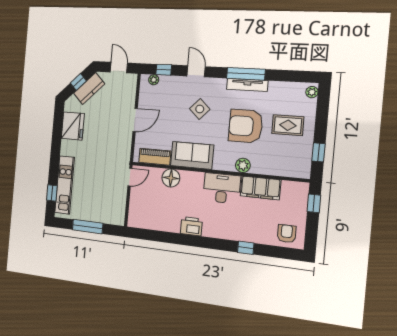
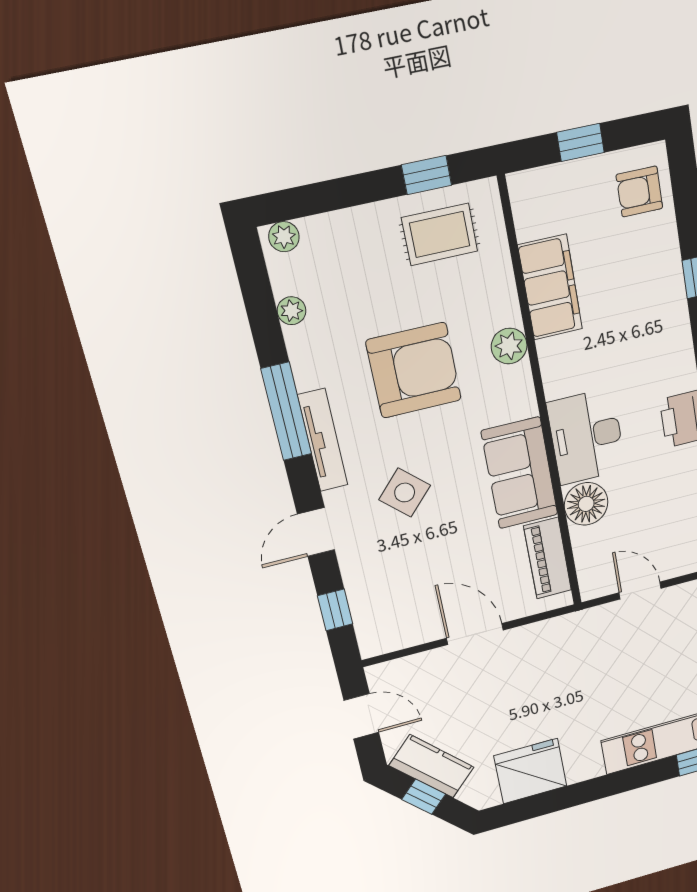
door: (119, 68) -> (361, 716), swing flipped
plant: (154, 80) -> (292, 311), moved
tv unit: (247, 85) -> (323, 440), moved
rug: (288, 125) -> (440, 234), moved, turned 90
armchair: (246, 126) -> (414, 370), turned -90
door: (130, 177) -> (640, 591), moved
desk: (222, 188) -> (586, 437), moved
window: (314, 203) -> (580, 142), moved

